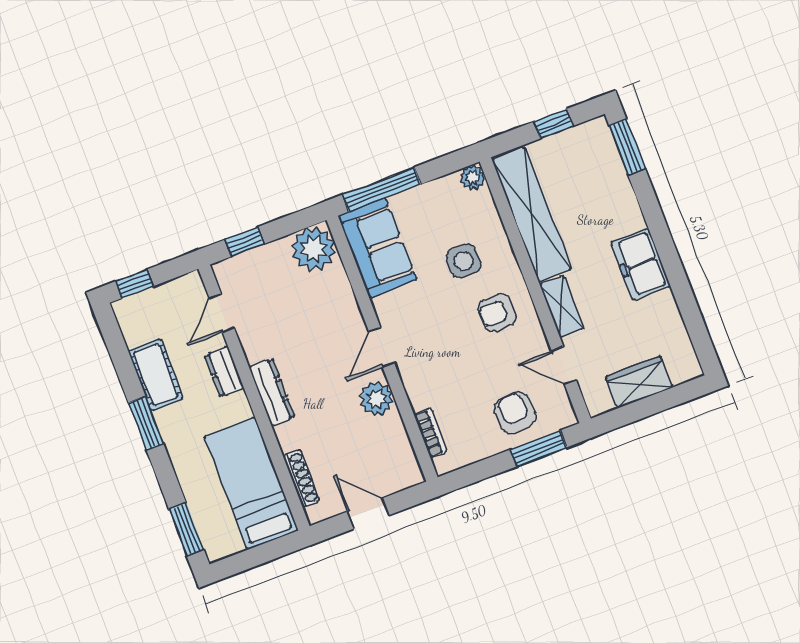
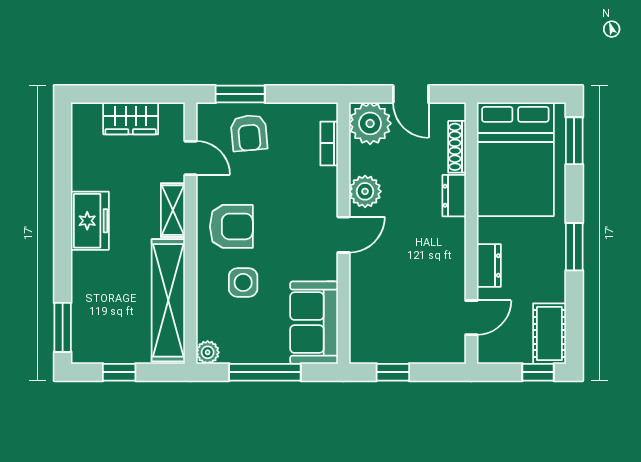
window: (382, 189) -> (265, 372), moved
window: (244, 242) -> (393, 372), moved
plant: (314, 249) -> (370, 123), moved
armchair: (497, 312) -> (231, 226), width x1.38, depth x1.38
cot: (156, 375) -> (549, 334), moved
dresser: (272, 392) -> (454, 196), moved, width x0.70
bed: (251, 483) -> (515, 159), width x1.50

